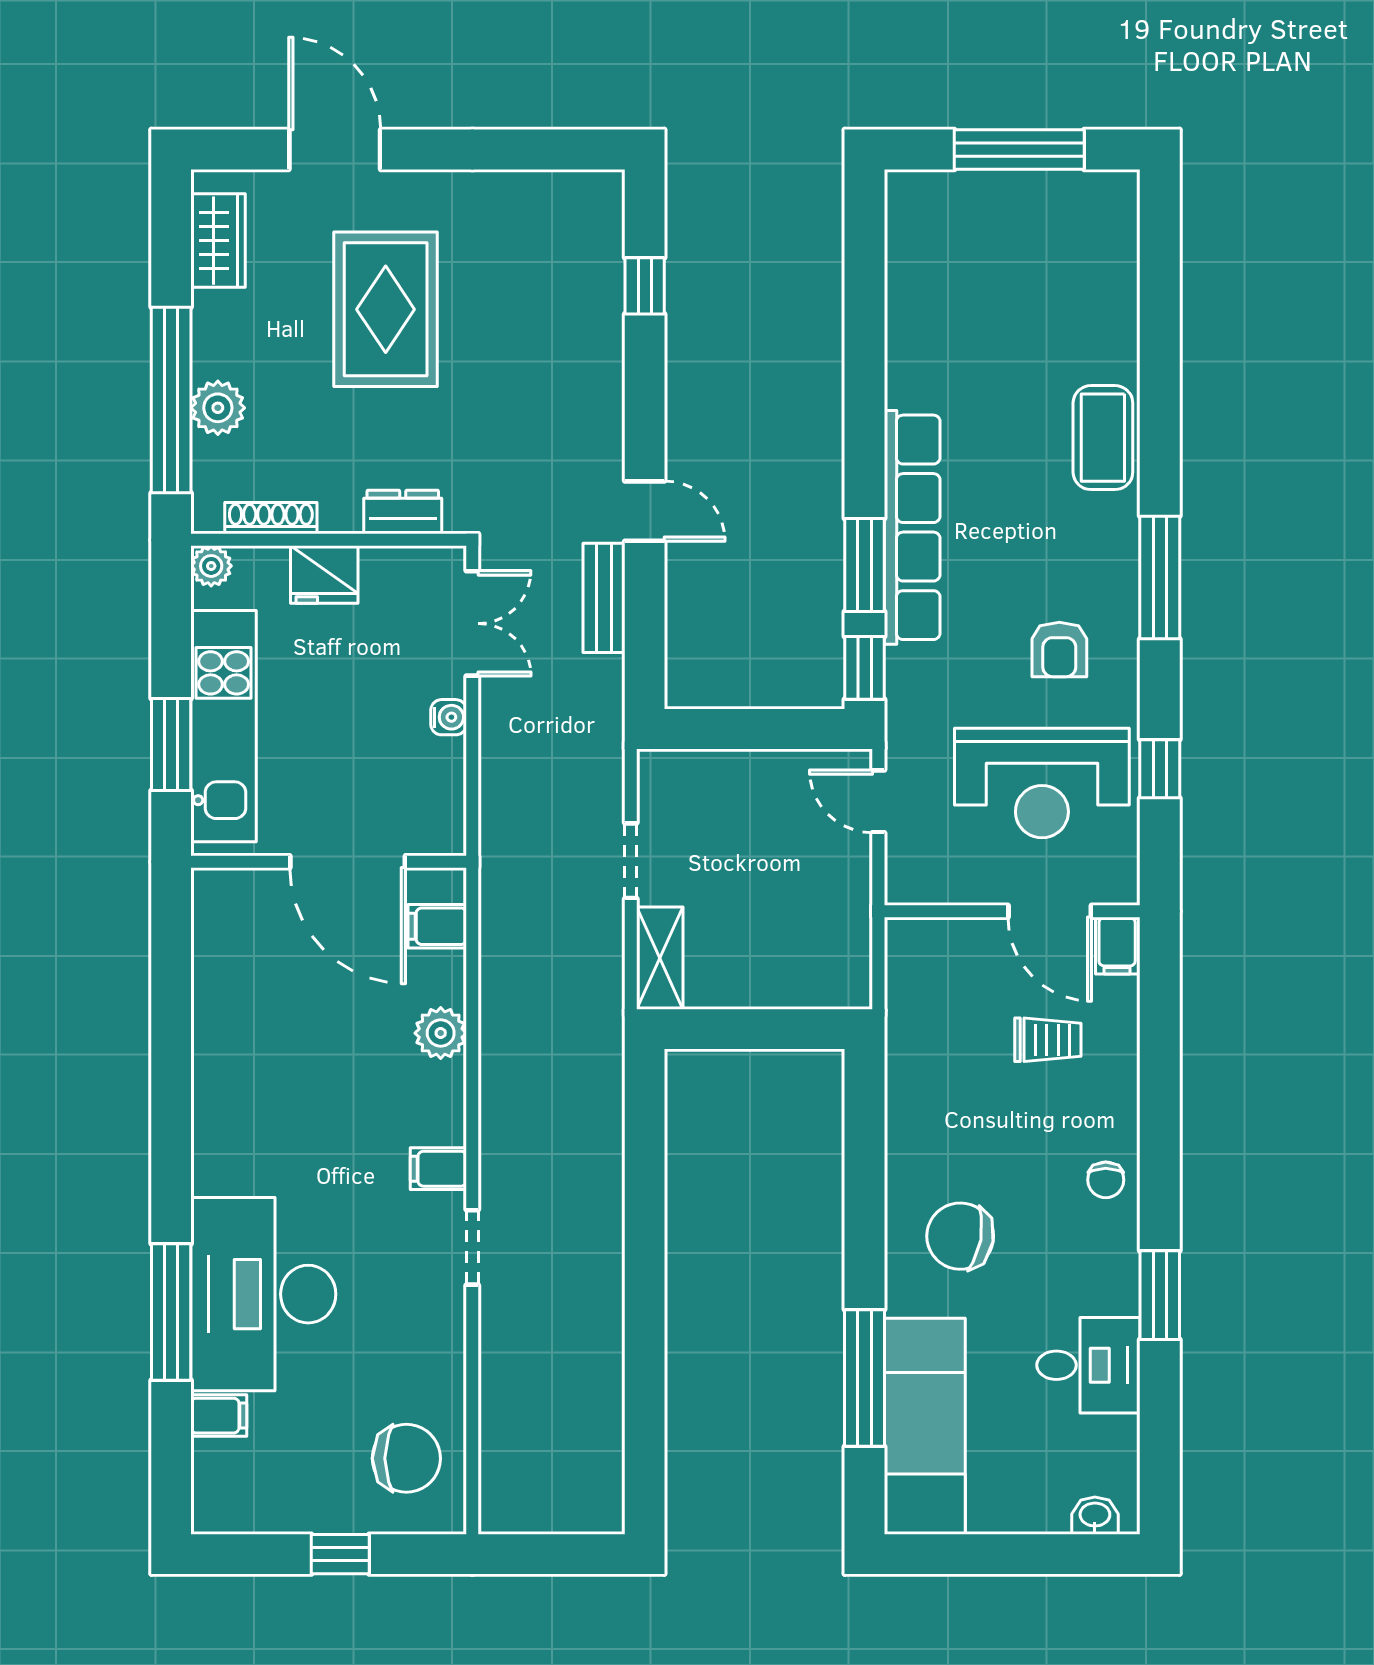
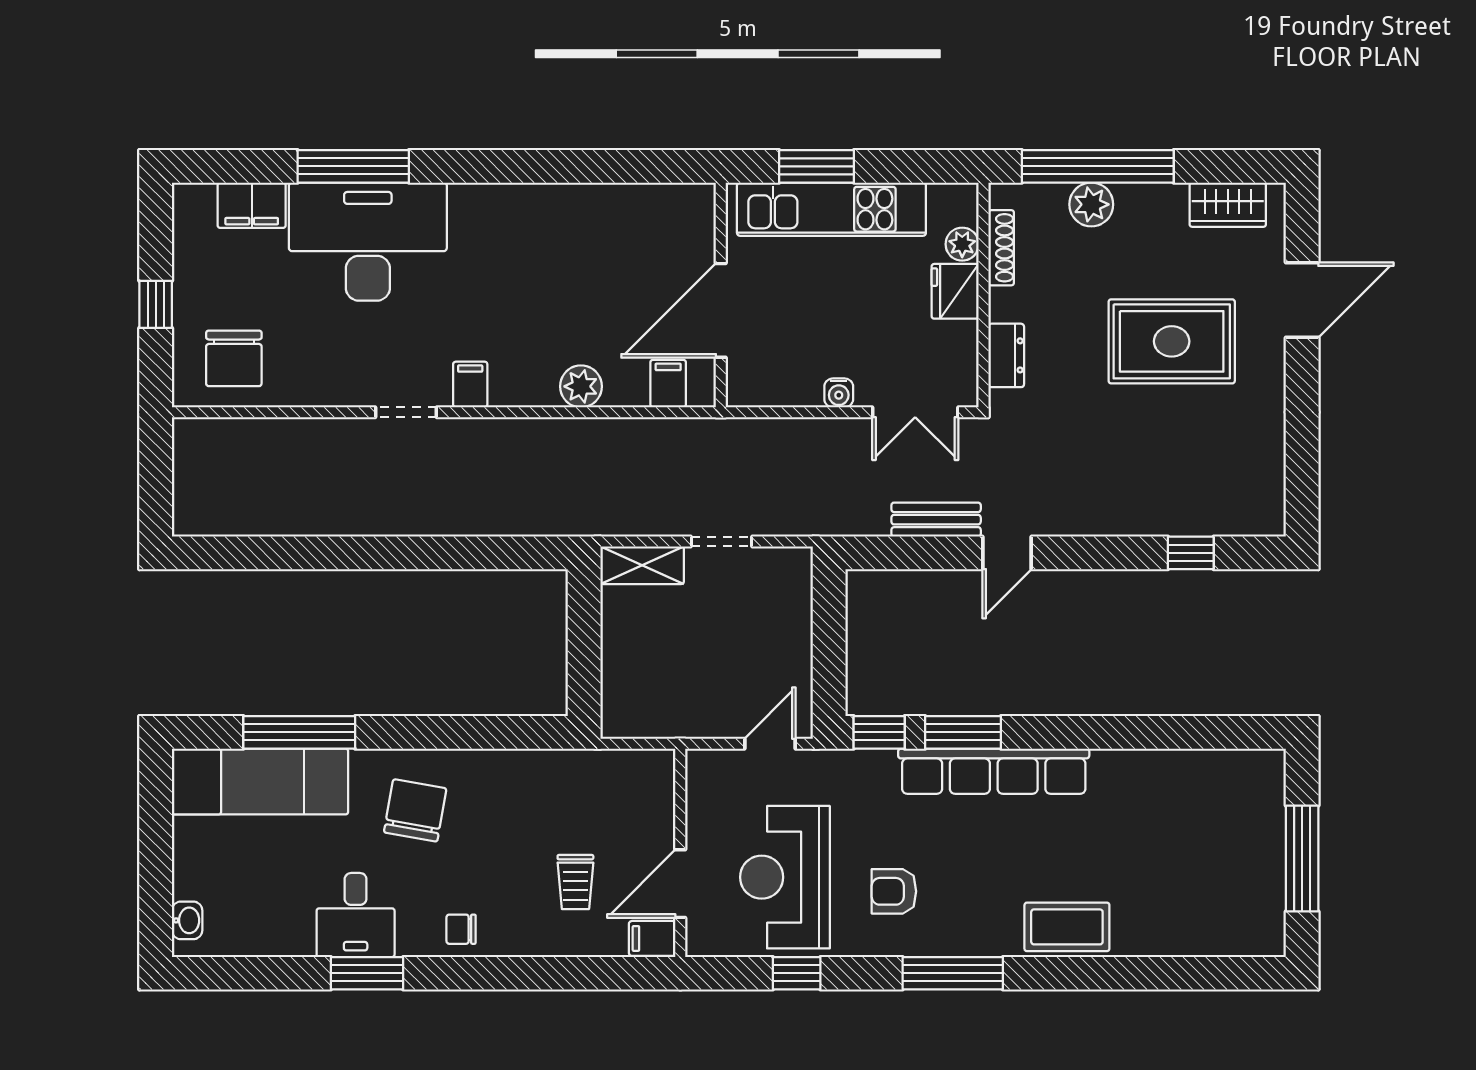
plant: (211, 566) -> (962, 244), moved
desk: (1088, 1365) -> (356, 915), moved
filing cabinet: (219, 1416) -> (252, 205), width x2.00

